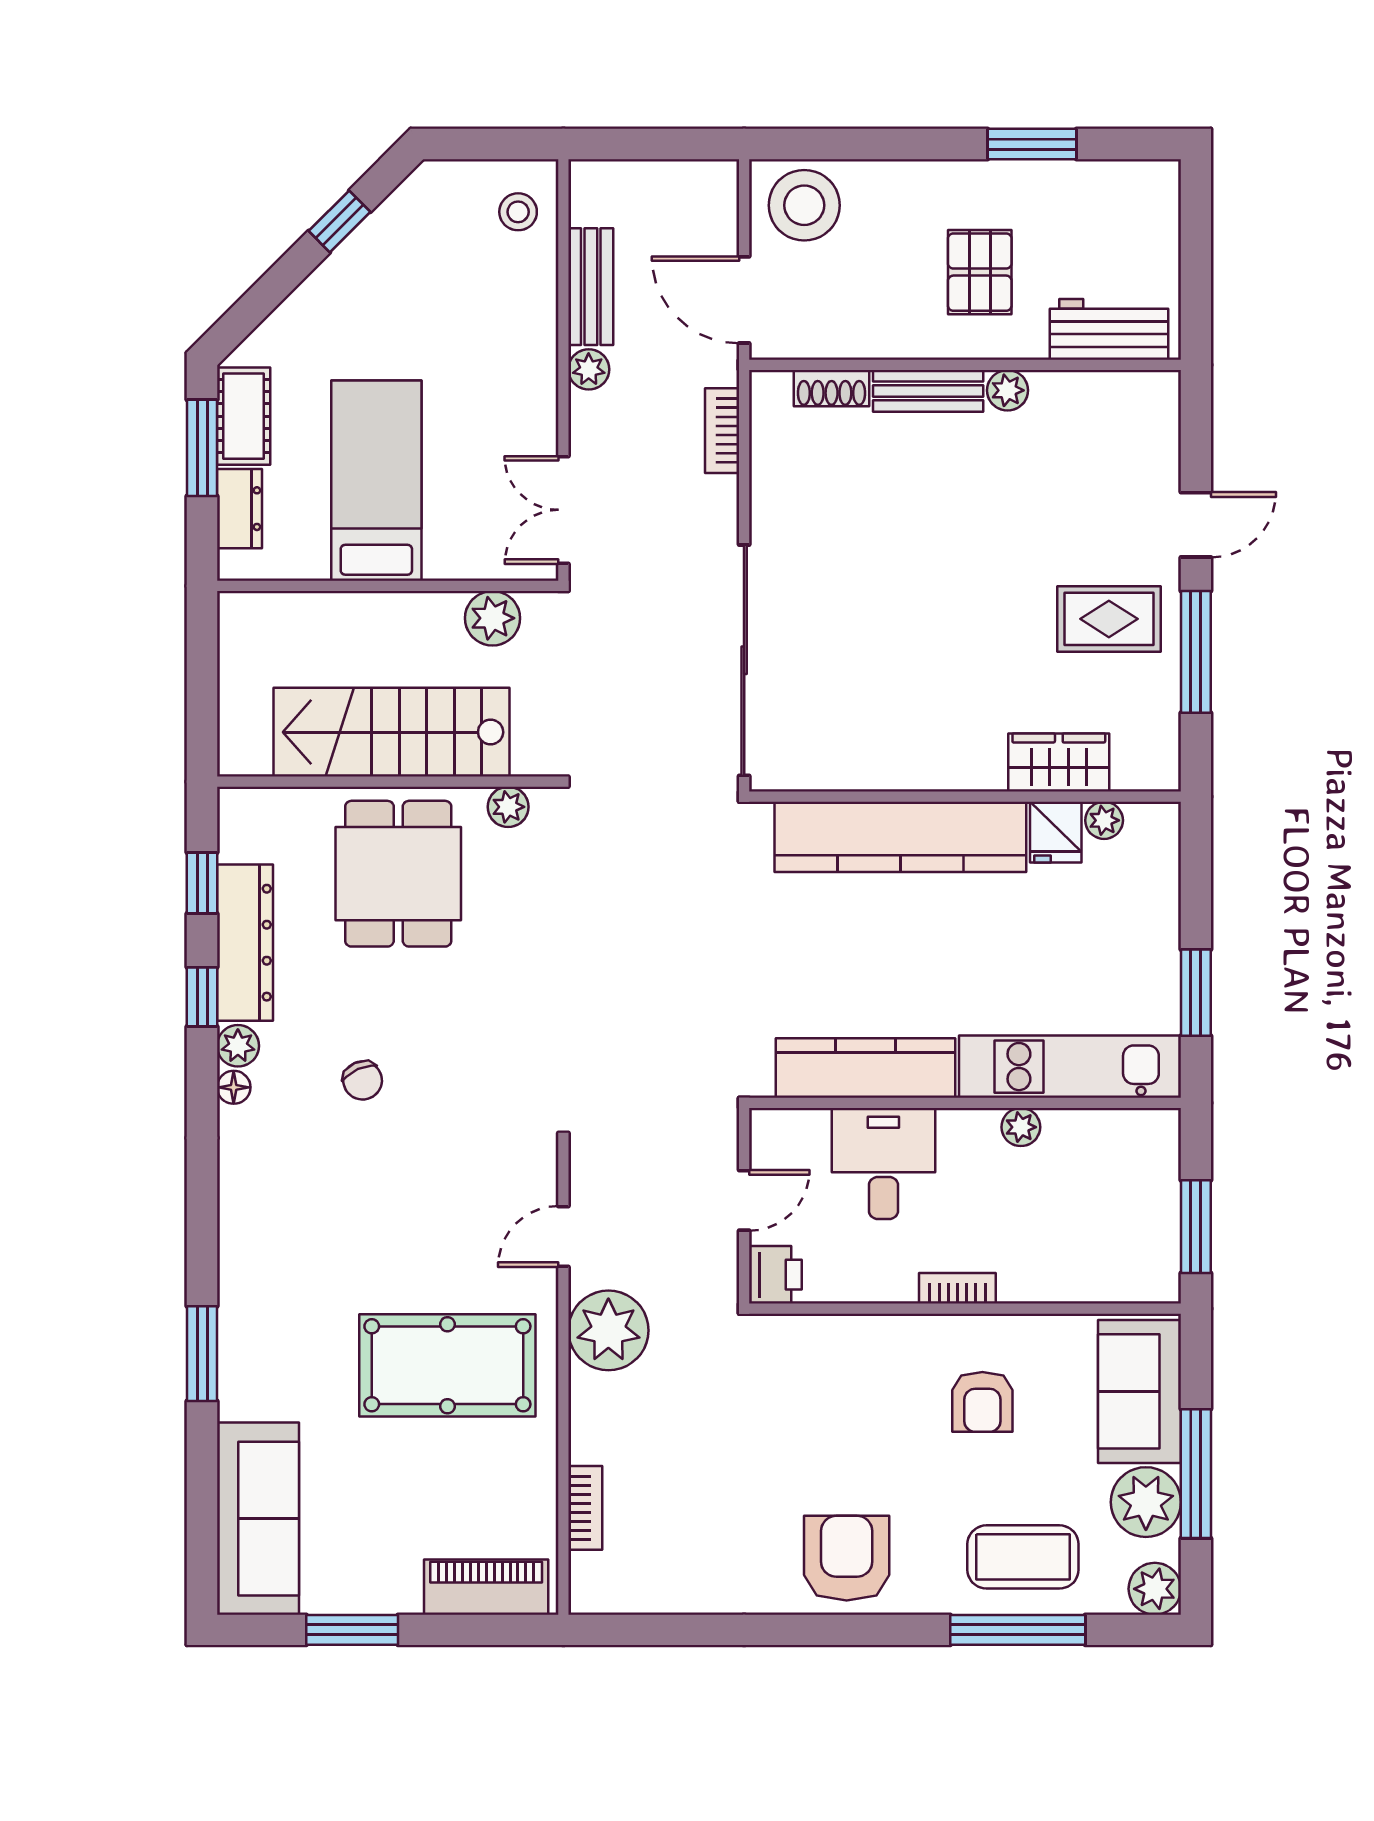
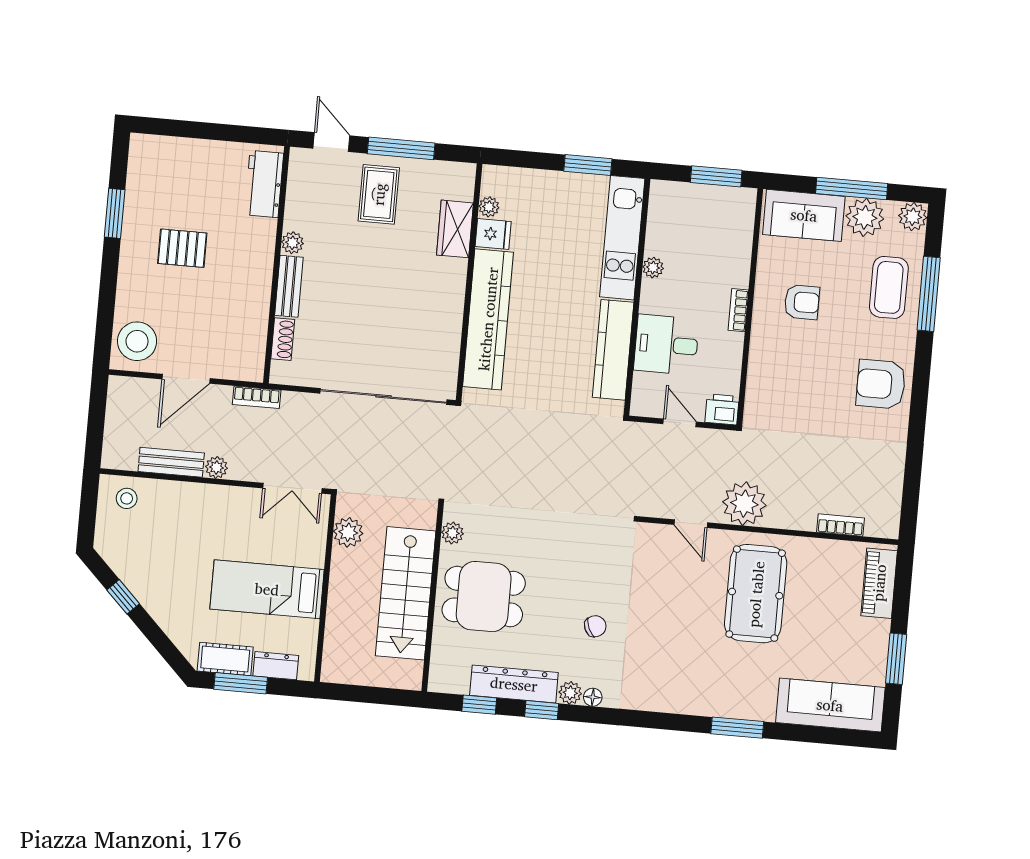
workbench: (1109, 329) -> (264, 184), moved
wall: (965, 365) -> (276, 265), moved
shoe rack: (832, 388) -> (283, 339), moved
plant: (1008, 390) -> (292, 243), moved
bench: (928, 391) -> (289, 286), moved

